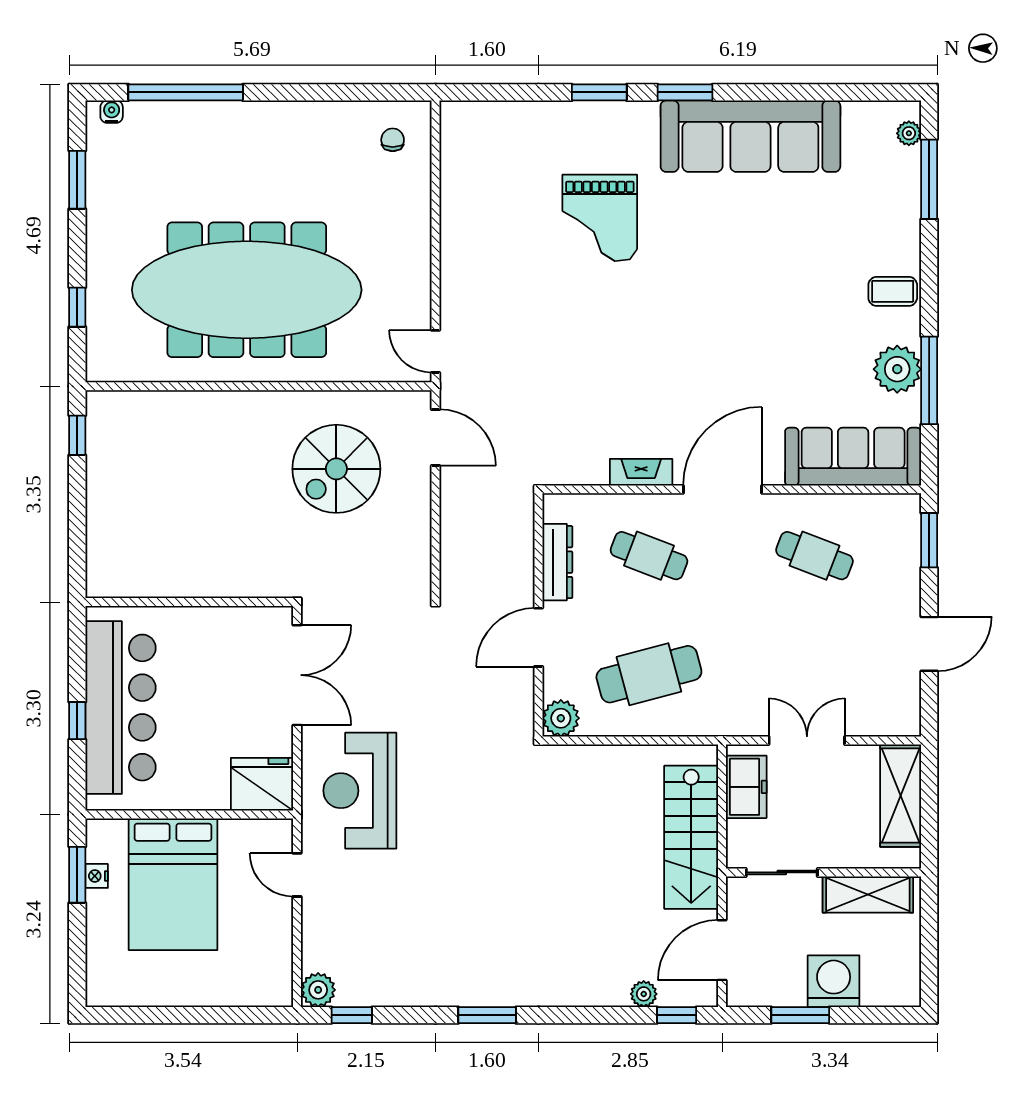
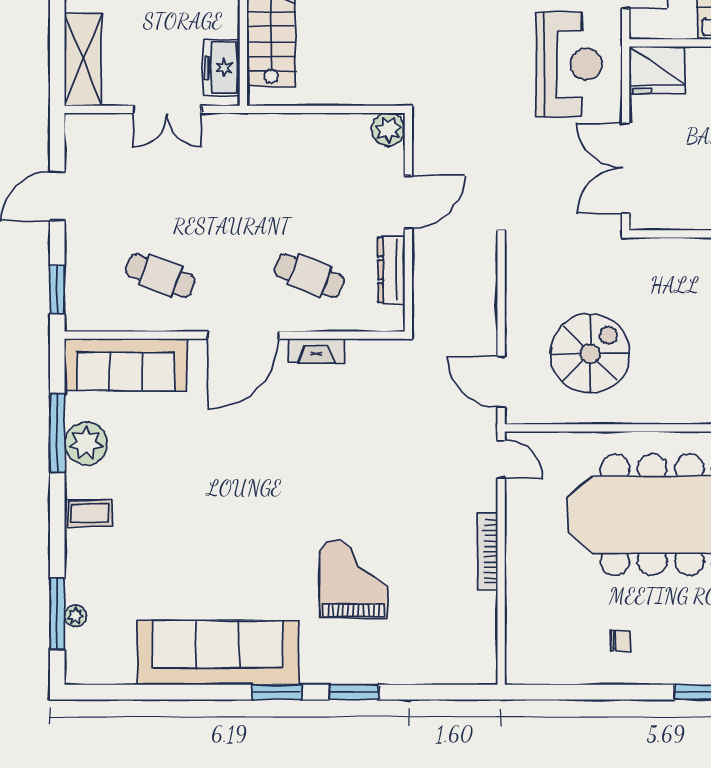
plant: (909, 133) -> (75, 616), moved
chair: (393, 140) -> (621, 641), moved, turned -90
bookcase: (450, 249) -> (488, 552), added
cafe table: (649, 674) -> (309, 169), removed

